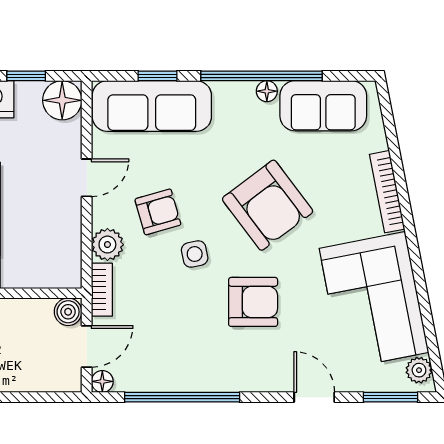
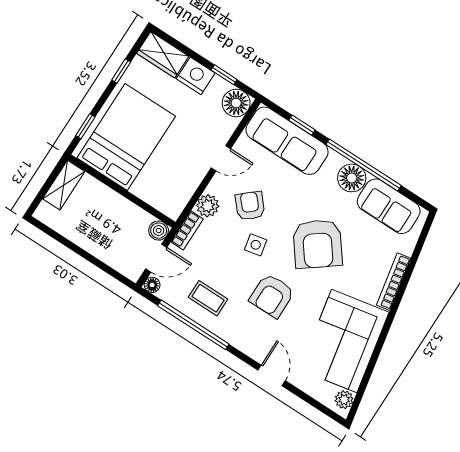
floor lamp: (267, 91) -> (352, 178), width x1.89, depth x1.89
armchair: (158, 212) -> (250, 206), turned -115
armchair: (253, 302) -> (272, 296), turned 90
coffee table: (179, 354) -> (208, 298), added
window: (391, 397) -> (317, 405), removed

